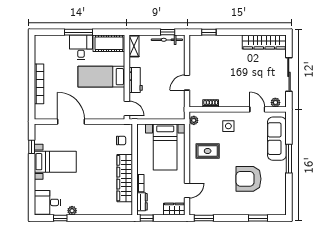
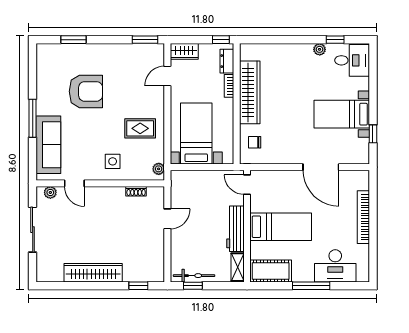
wardrobe: (264, 42) -> (93, 273), moved
desk: (81, 47) -> (335, 266), moved, width x1.37
workbench: (136, 80) -> (235, 229), width x1.38

